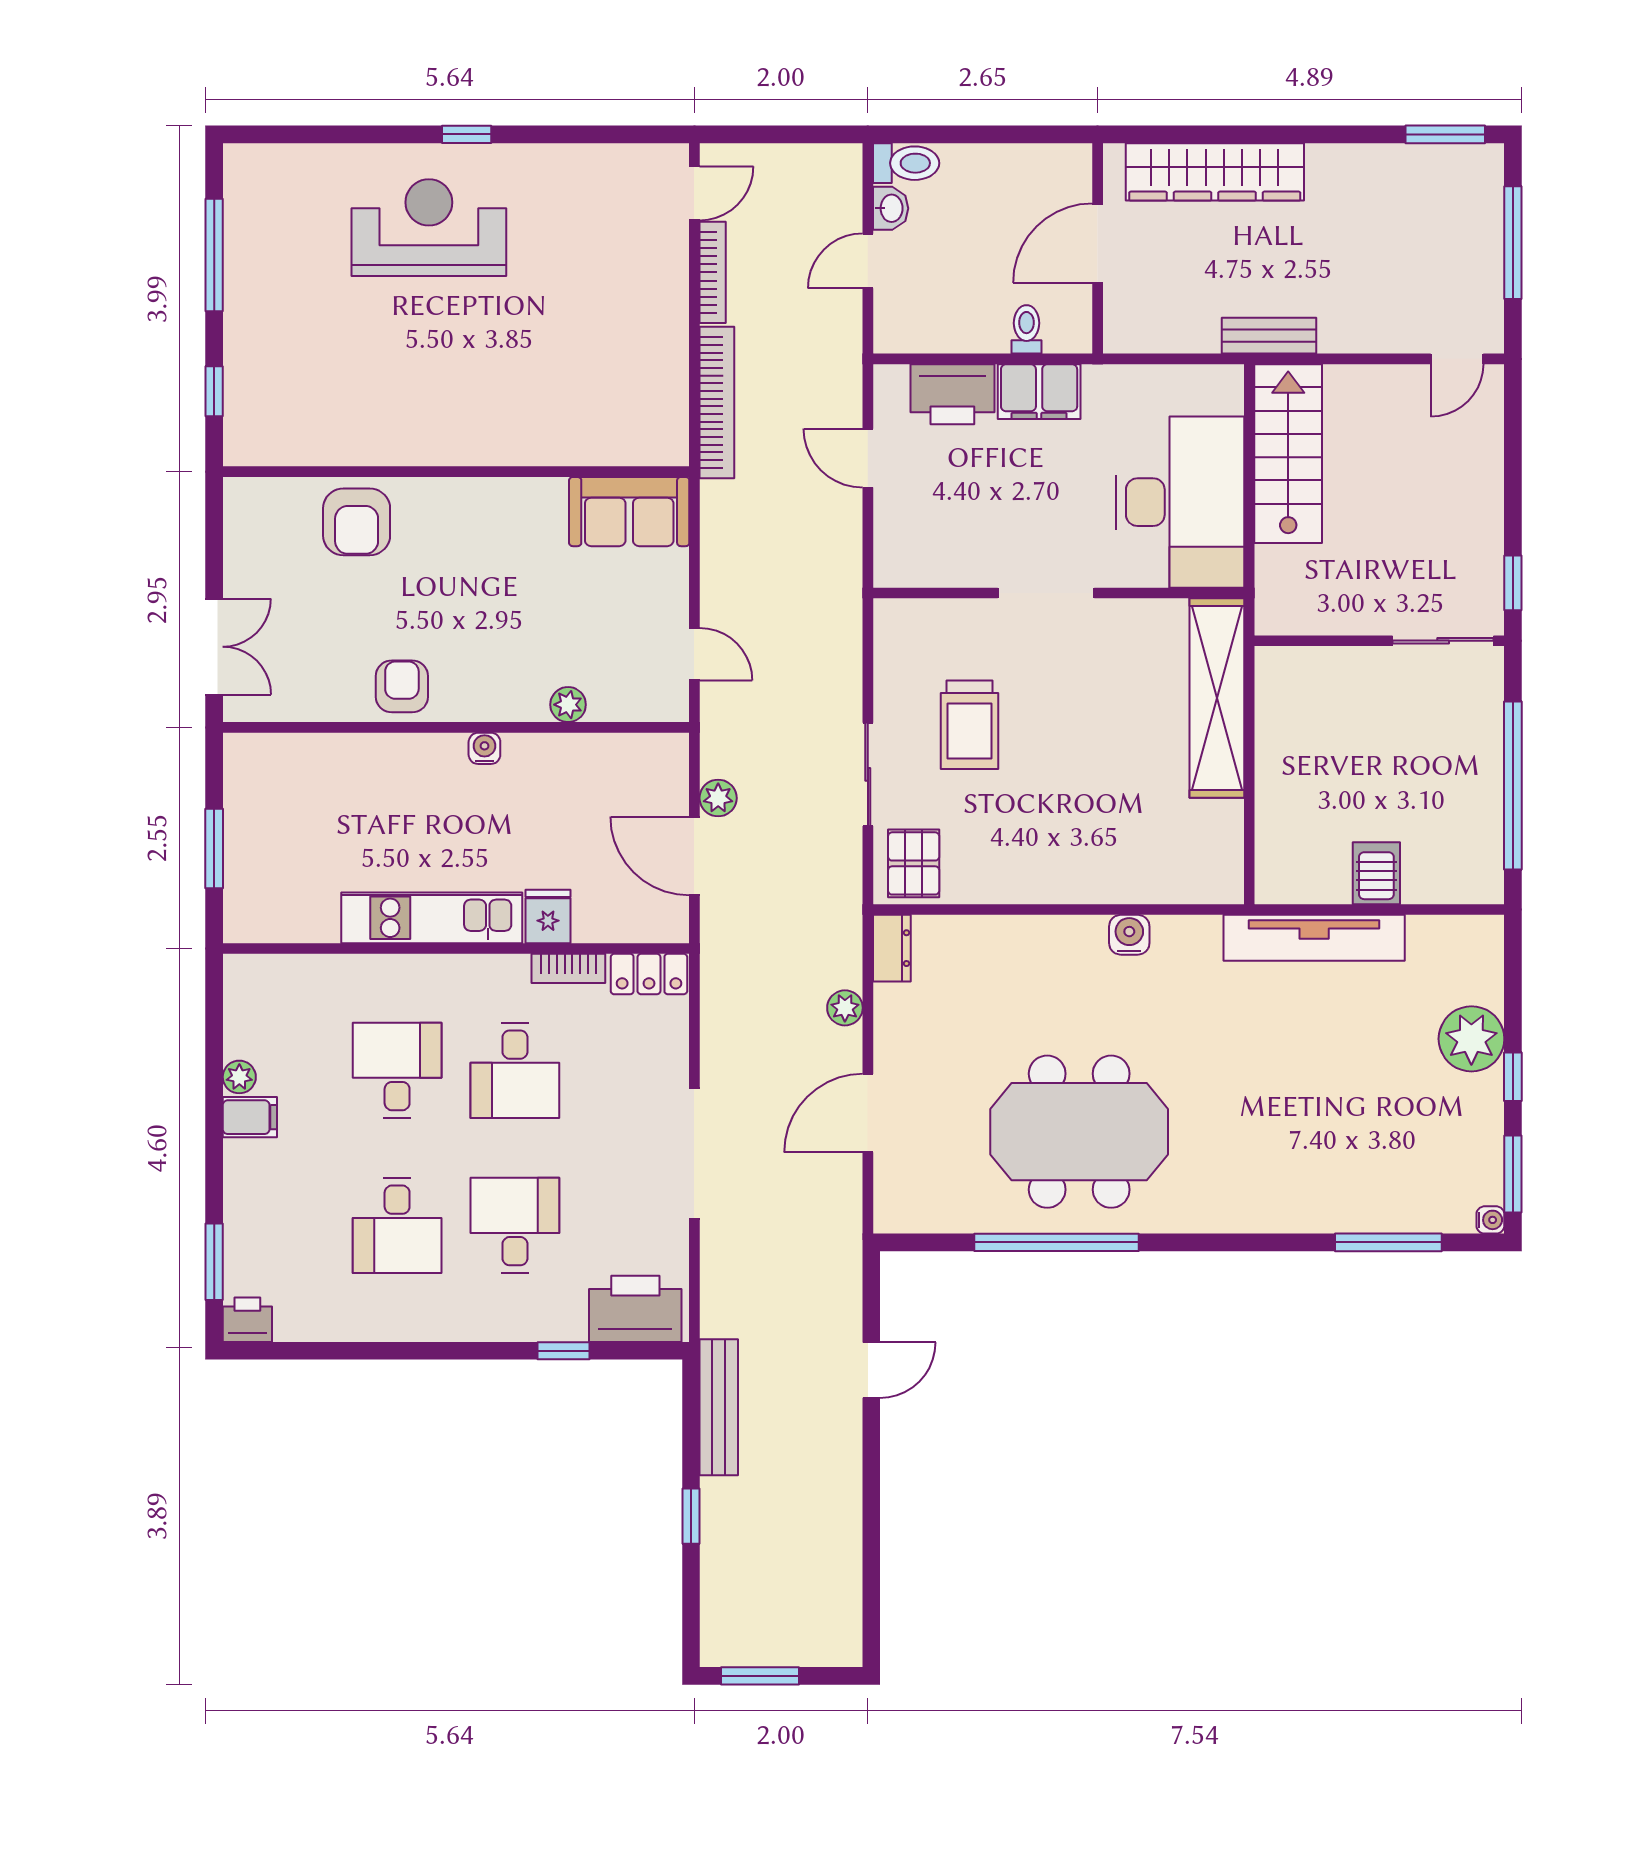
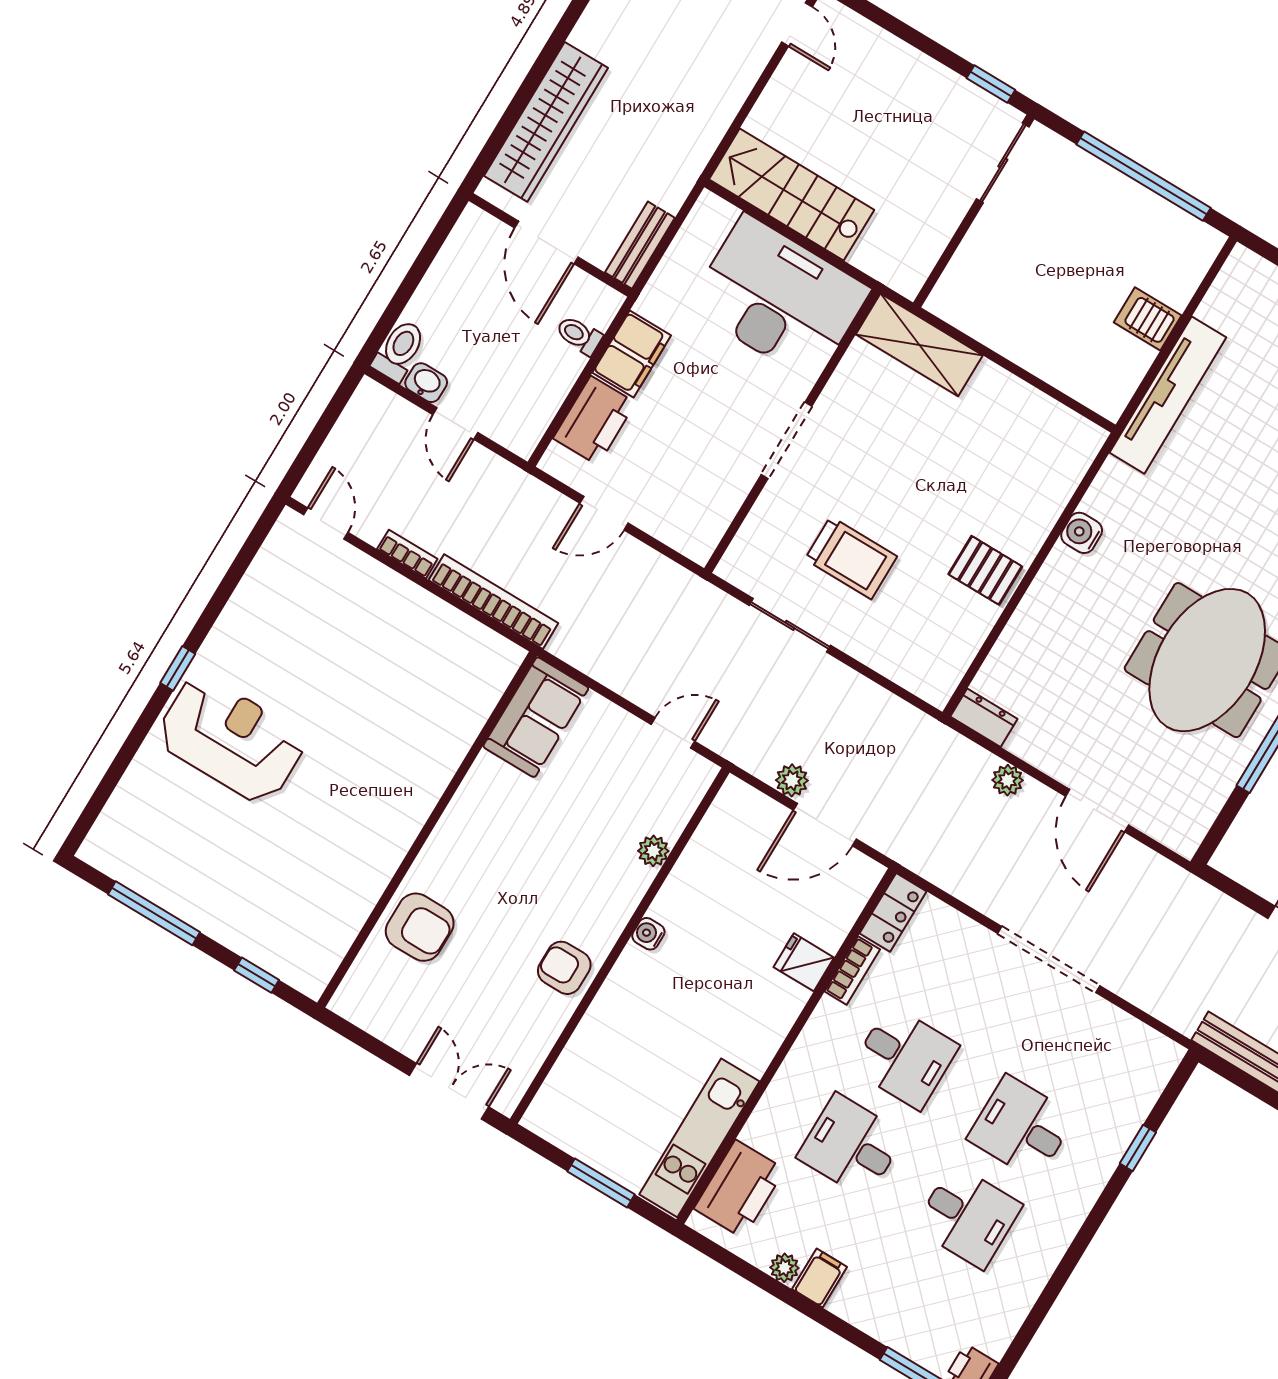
reception desk: (429, 228) -> (231, 739), turned 90
bookcase: (713, 272) -> (407, 554), width x0.64
bench: (1269, 336) -> (640, 245), moved
shelving: (1217, 698) -> (919, 345), width x0.68
sliding door: (868, 774) -> (790, 625), moved
pallet: (914, 863) -> (985, 570), moved
kitchen unit: (432, 918) -> (699, 1138), moved
printer: (635, 1309) -> (739, 1189), moved, turned 180

